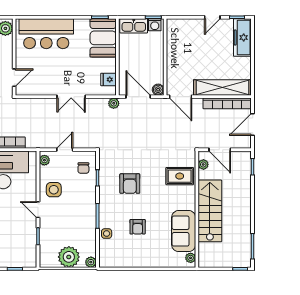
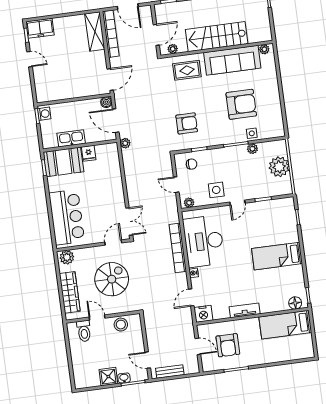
kitchen sink: (134, 26) -> (71, 138), moved, turned -90
freezer: (242, 38) -> (40, 28), width x0.71
door: (14, 78) -> (113, 243), hinge flipped
fridge: (108, 79) -> (89, 153), moved
shelving: (222, 88) -> (95, 32), width x0.68
double door: (71, 97) -> (129, 222), moved
door: (138, 97) -> (116, 121), hinge flipped
rug: (180, 176) -> (187, 70), turned 90
armchair: (130, 184) -> (187, 123), moved
armchair: (138, 227) -> (241, 104), width x1.88, depth x1.88
sofa: (184, 231) -> (232, 60), width x1.36
plant: (91, 262) -> (252, 149), moved

